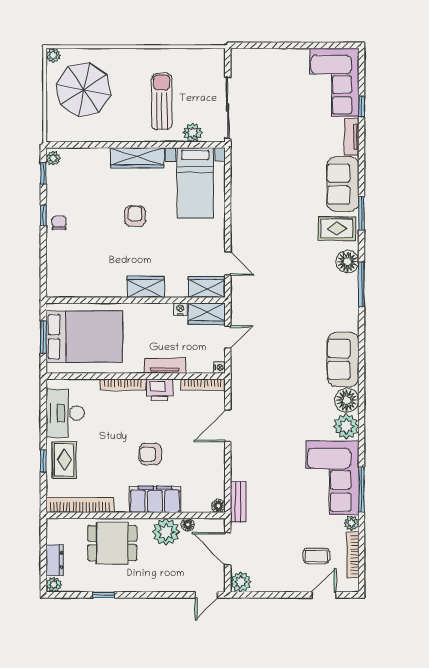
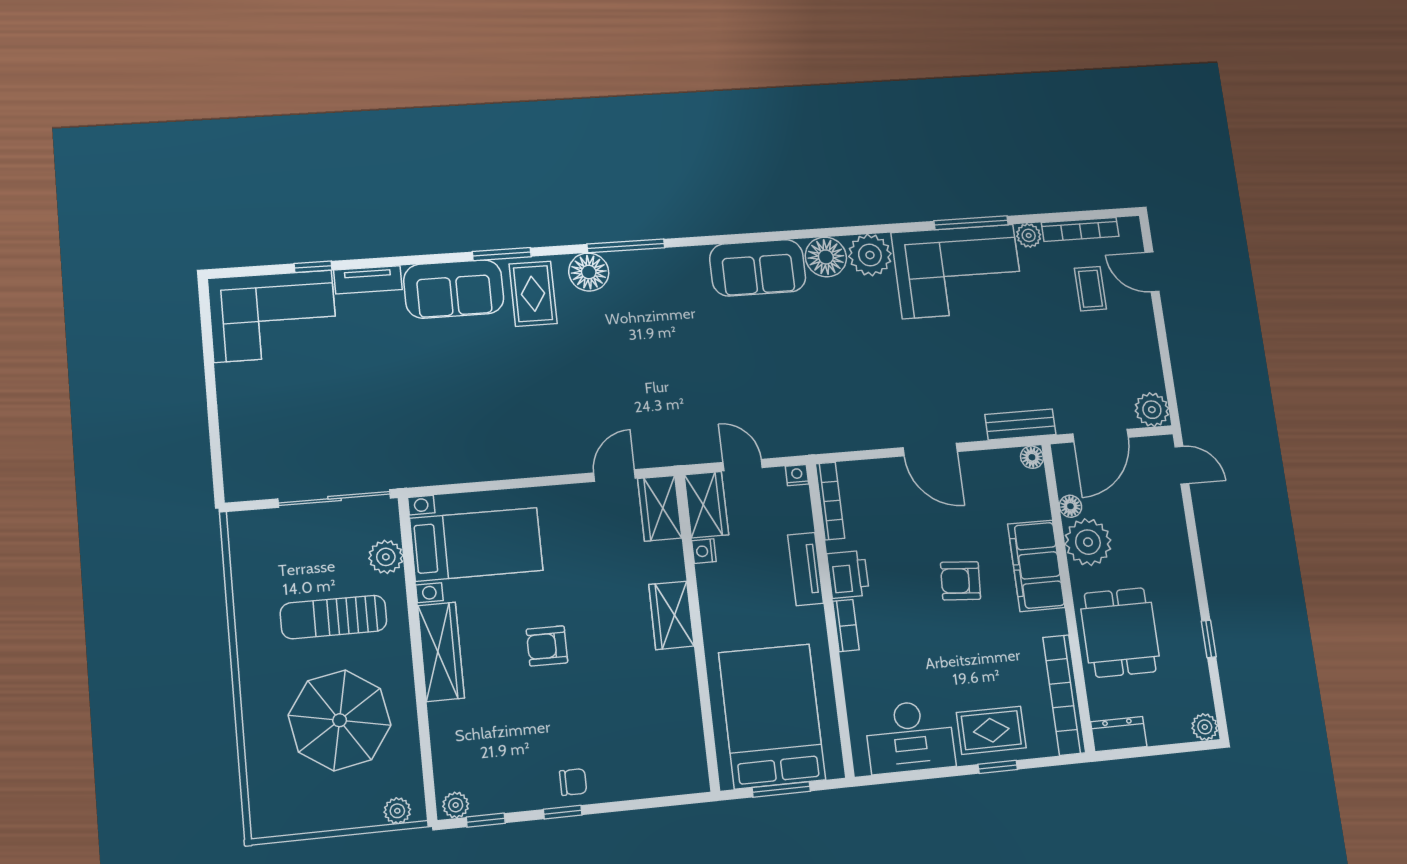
plant: (53, 55) -> (397, 811), moved
parasol: (84, 90) -> (340, 720), moved
chair: (59, 223) -> (573, 782), turned 180
bookcase: (123, 385) -> (846, 626), width x0.64
door: (228, 426) -> (930, 450), moved
armchair: (150, 454) -> (961, 581), turned 94
dresser: (55, 560) -> (1119, 734), moved

